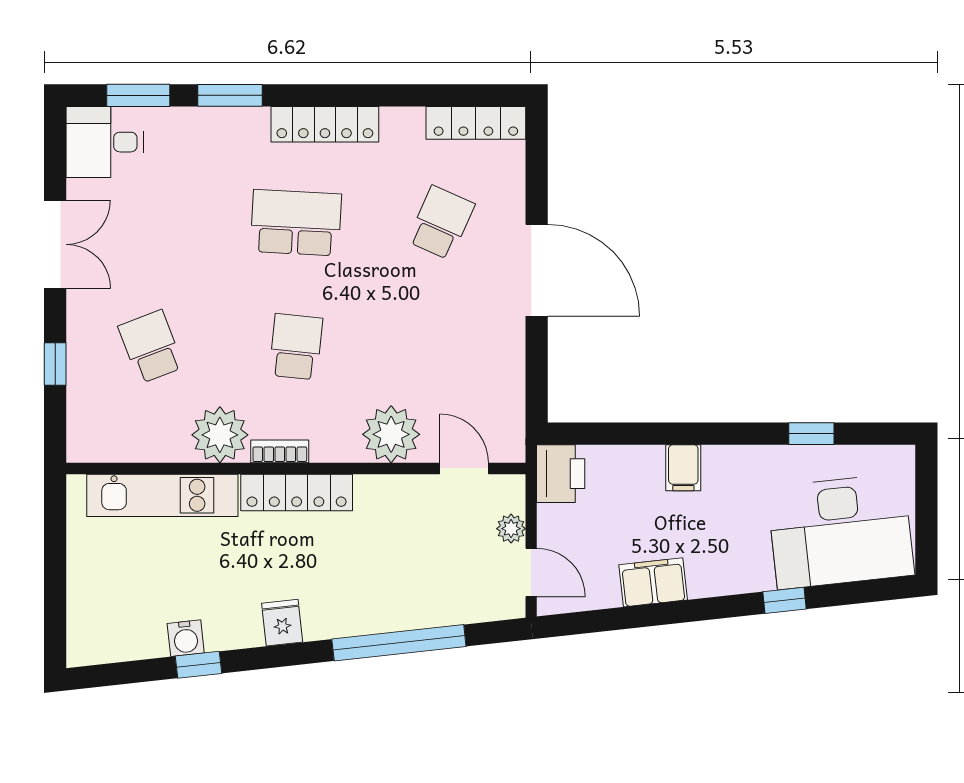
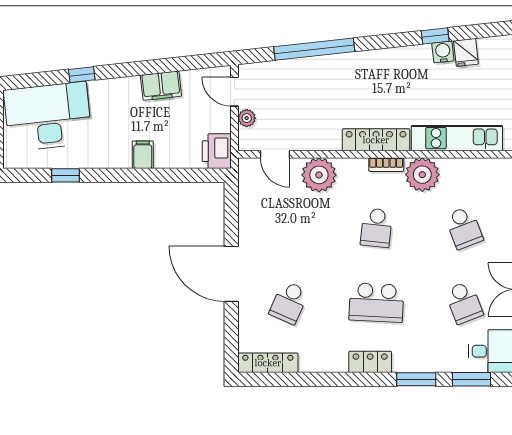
locker: (325, 124) -> (370, 362), width x0.66
school desk: (151, 223) -> (464, 303), added
fridge: (282, 623) -> (466, 52), moved

